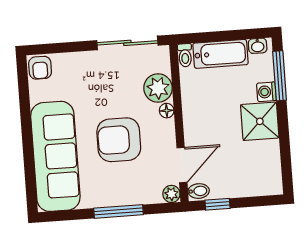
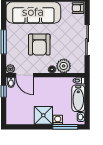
sliding door: (127, 43) -> (87, 40), moved
armchair: (119, 140) -> (39, 45), turned 180

